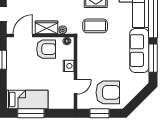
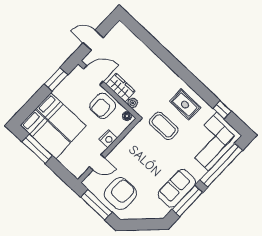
armchair: (46, 49) -> (102, 106), turned 90
sofa: (139, 51) -> (177, 188), width x0.73
bed: (27, 80) -> (61, 117), added
armchair: (108, 92) -> (120, 194), turned -90
window: (99, 113) -> (96, 205), width x1.44

